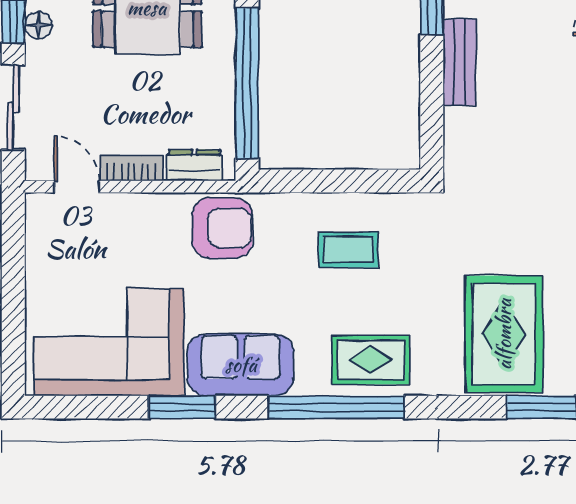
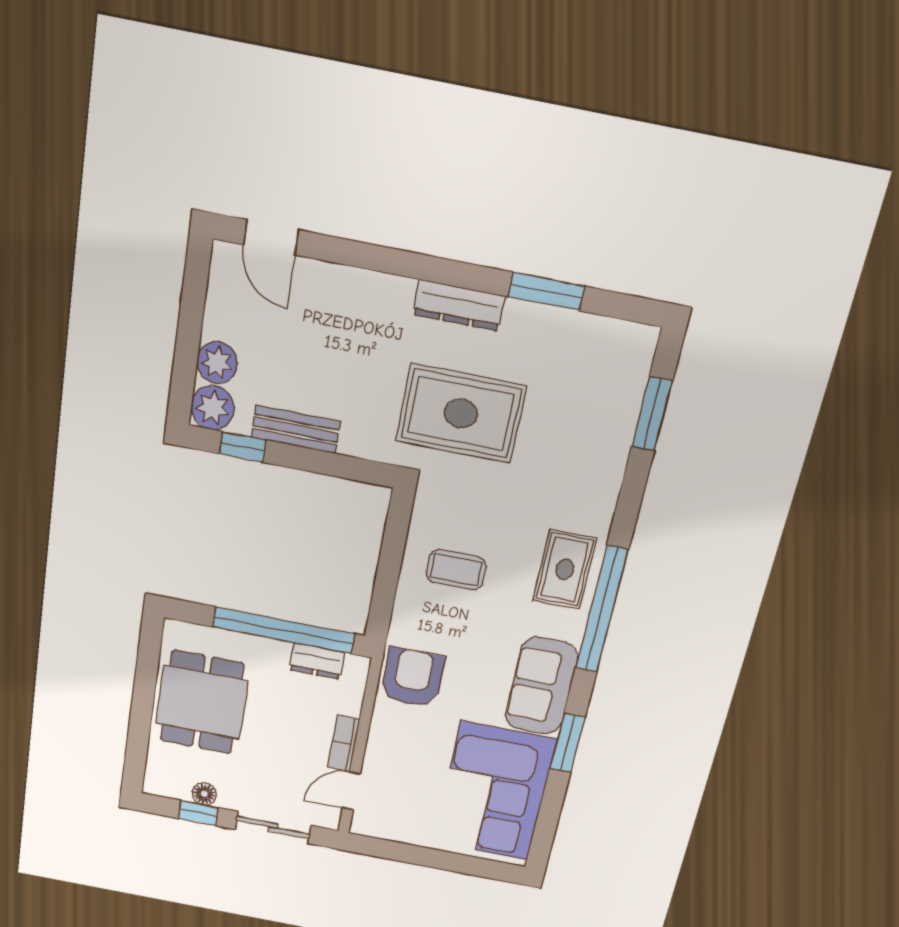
dresser: (194, 165) -> (317, 661), moved, turned -90
coffee table: (348, 250) -> (456, 570), turned 90
rug: (504, 334) -> (461, 413), moved

